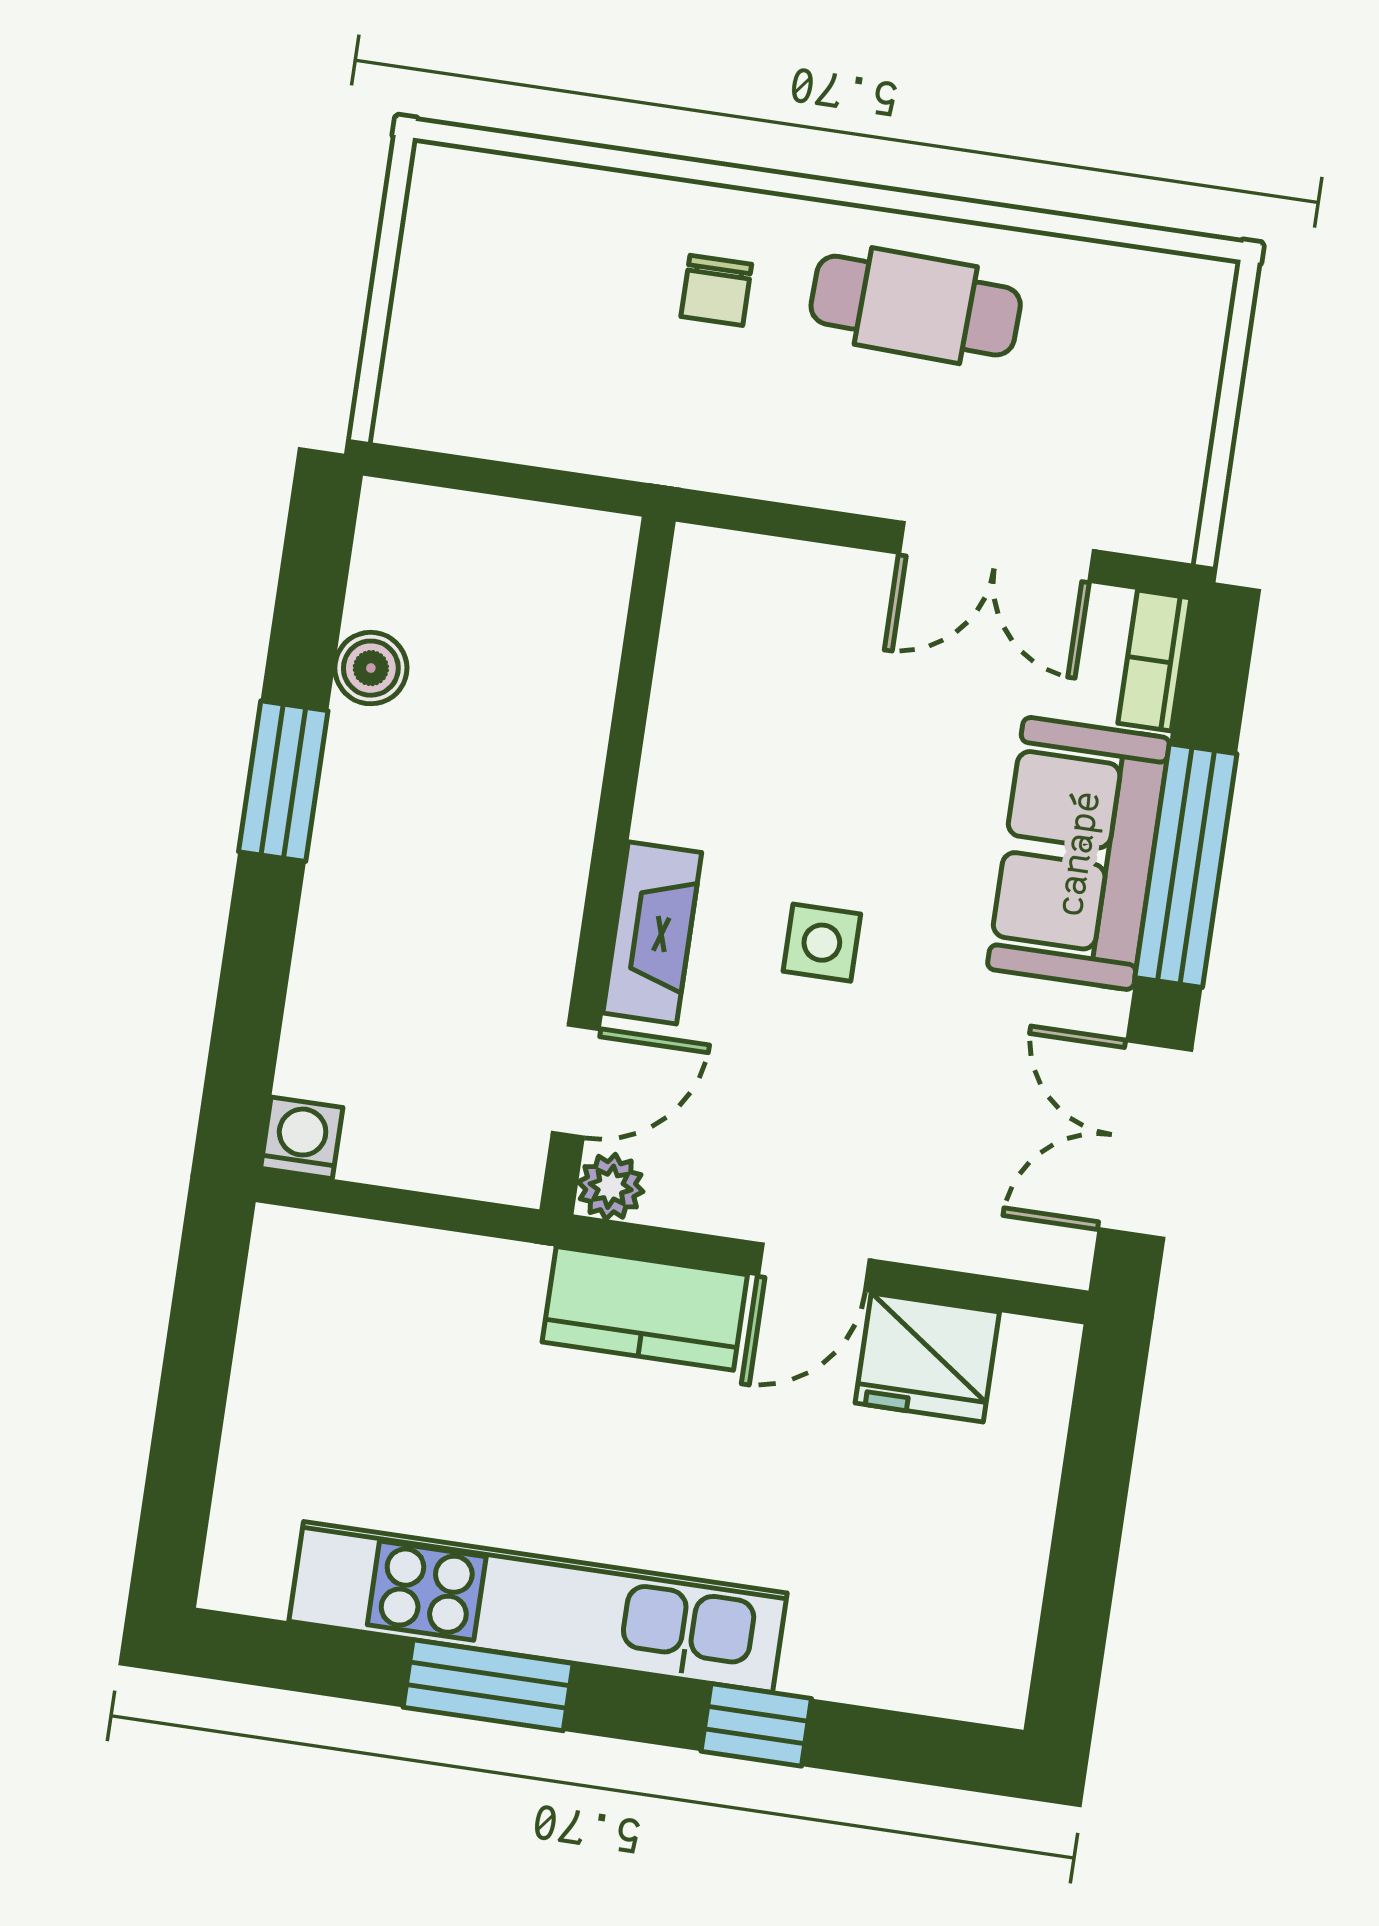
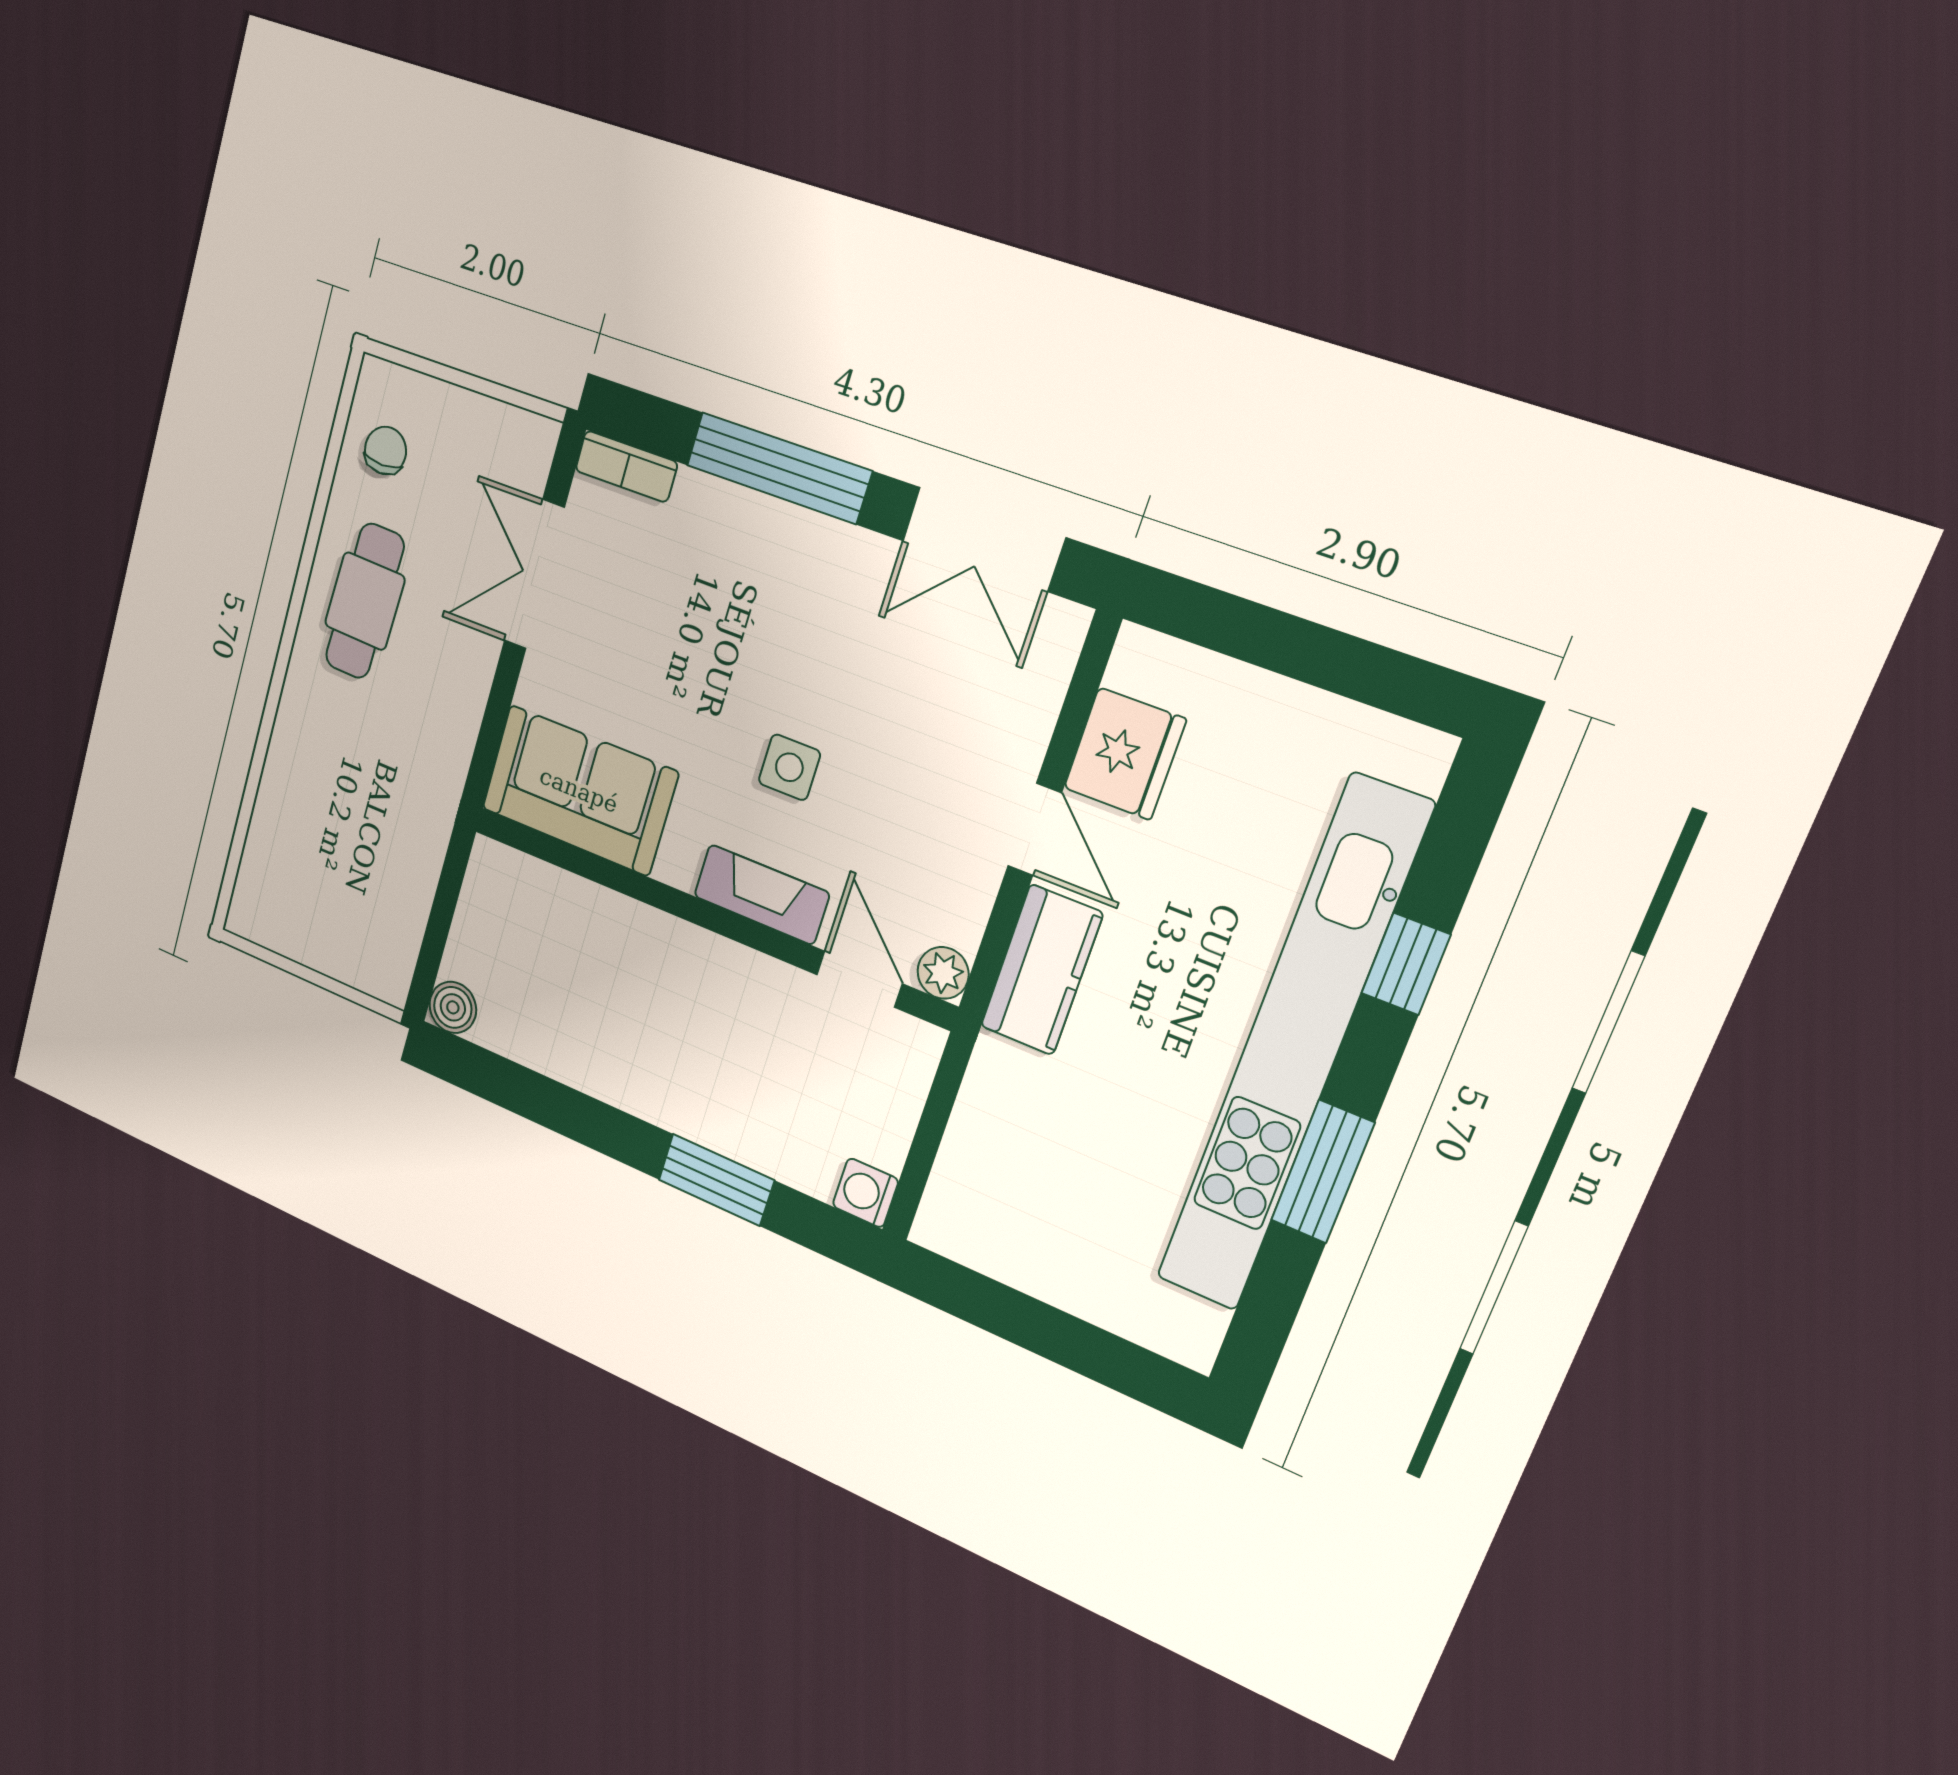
chair: (716, 290) -> (385, 450), moved, turned -90
double door: (996, 552) -> (534, 574), swing flipped
boiler: (371, 668) -> (453, 1007), moved
window: (283, 781) -> (716, 1180), moved
sofa: (1078, 853) -> (579, 790), moved, turned 180
kitchen unit: (538, 1607) -> (1292, 1048), width x1.36

